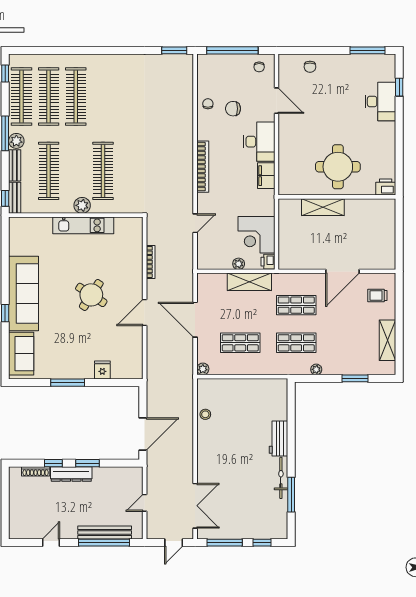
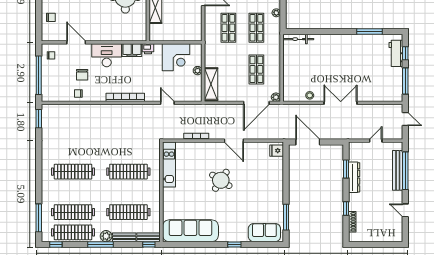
window: (41, 50) -> (39, 218), added
clothes rail: (76, 97) -> (73, 172), moved
door: (277, 101) -> (76, 42), hinge flipped
plant: (82, 205) -> (154, 187), removed
kitchen unit: (83, 225) -> (169, 165), moved
printer: (268, 262) -> (148, 49), moved
shelving: (249, 282) -> (211, 84), moved
sofa: (24, 294) -> (190, 231), moved
door: (195, 320) -> (256, 103), moved
fridge: (102, 370) -> (277, 151), moved
window: (68, 383) -> (286, 217), moved
door: (143, 434) -> (308, 142), moved
workbench: (278, 438) -> (396, 53), moved, turned 90
window: (87, 463) -> (346, 169), moved
dresser: (71, 474) -> (354, 177), moved
bicycle: (281, 478) -> (298, 39), moved
door: (145, 503) -> (376, 141), swing flipped
double door: (195, 506) -> (341, 103), moved

